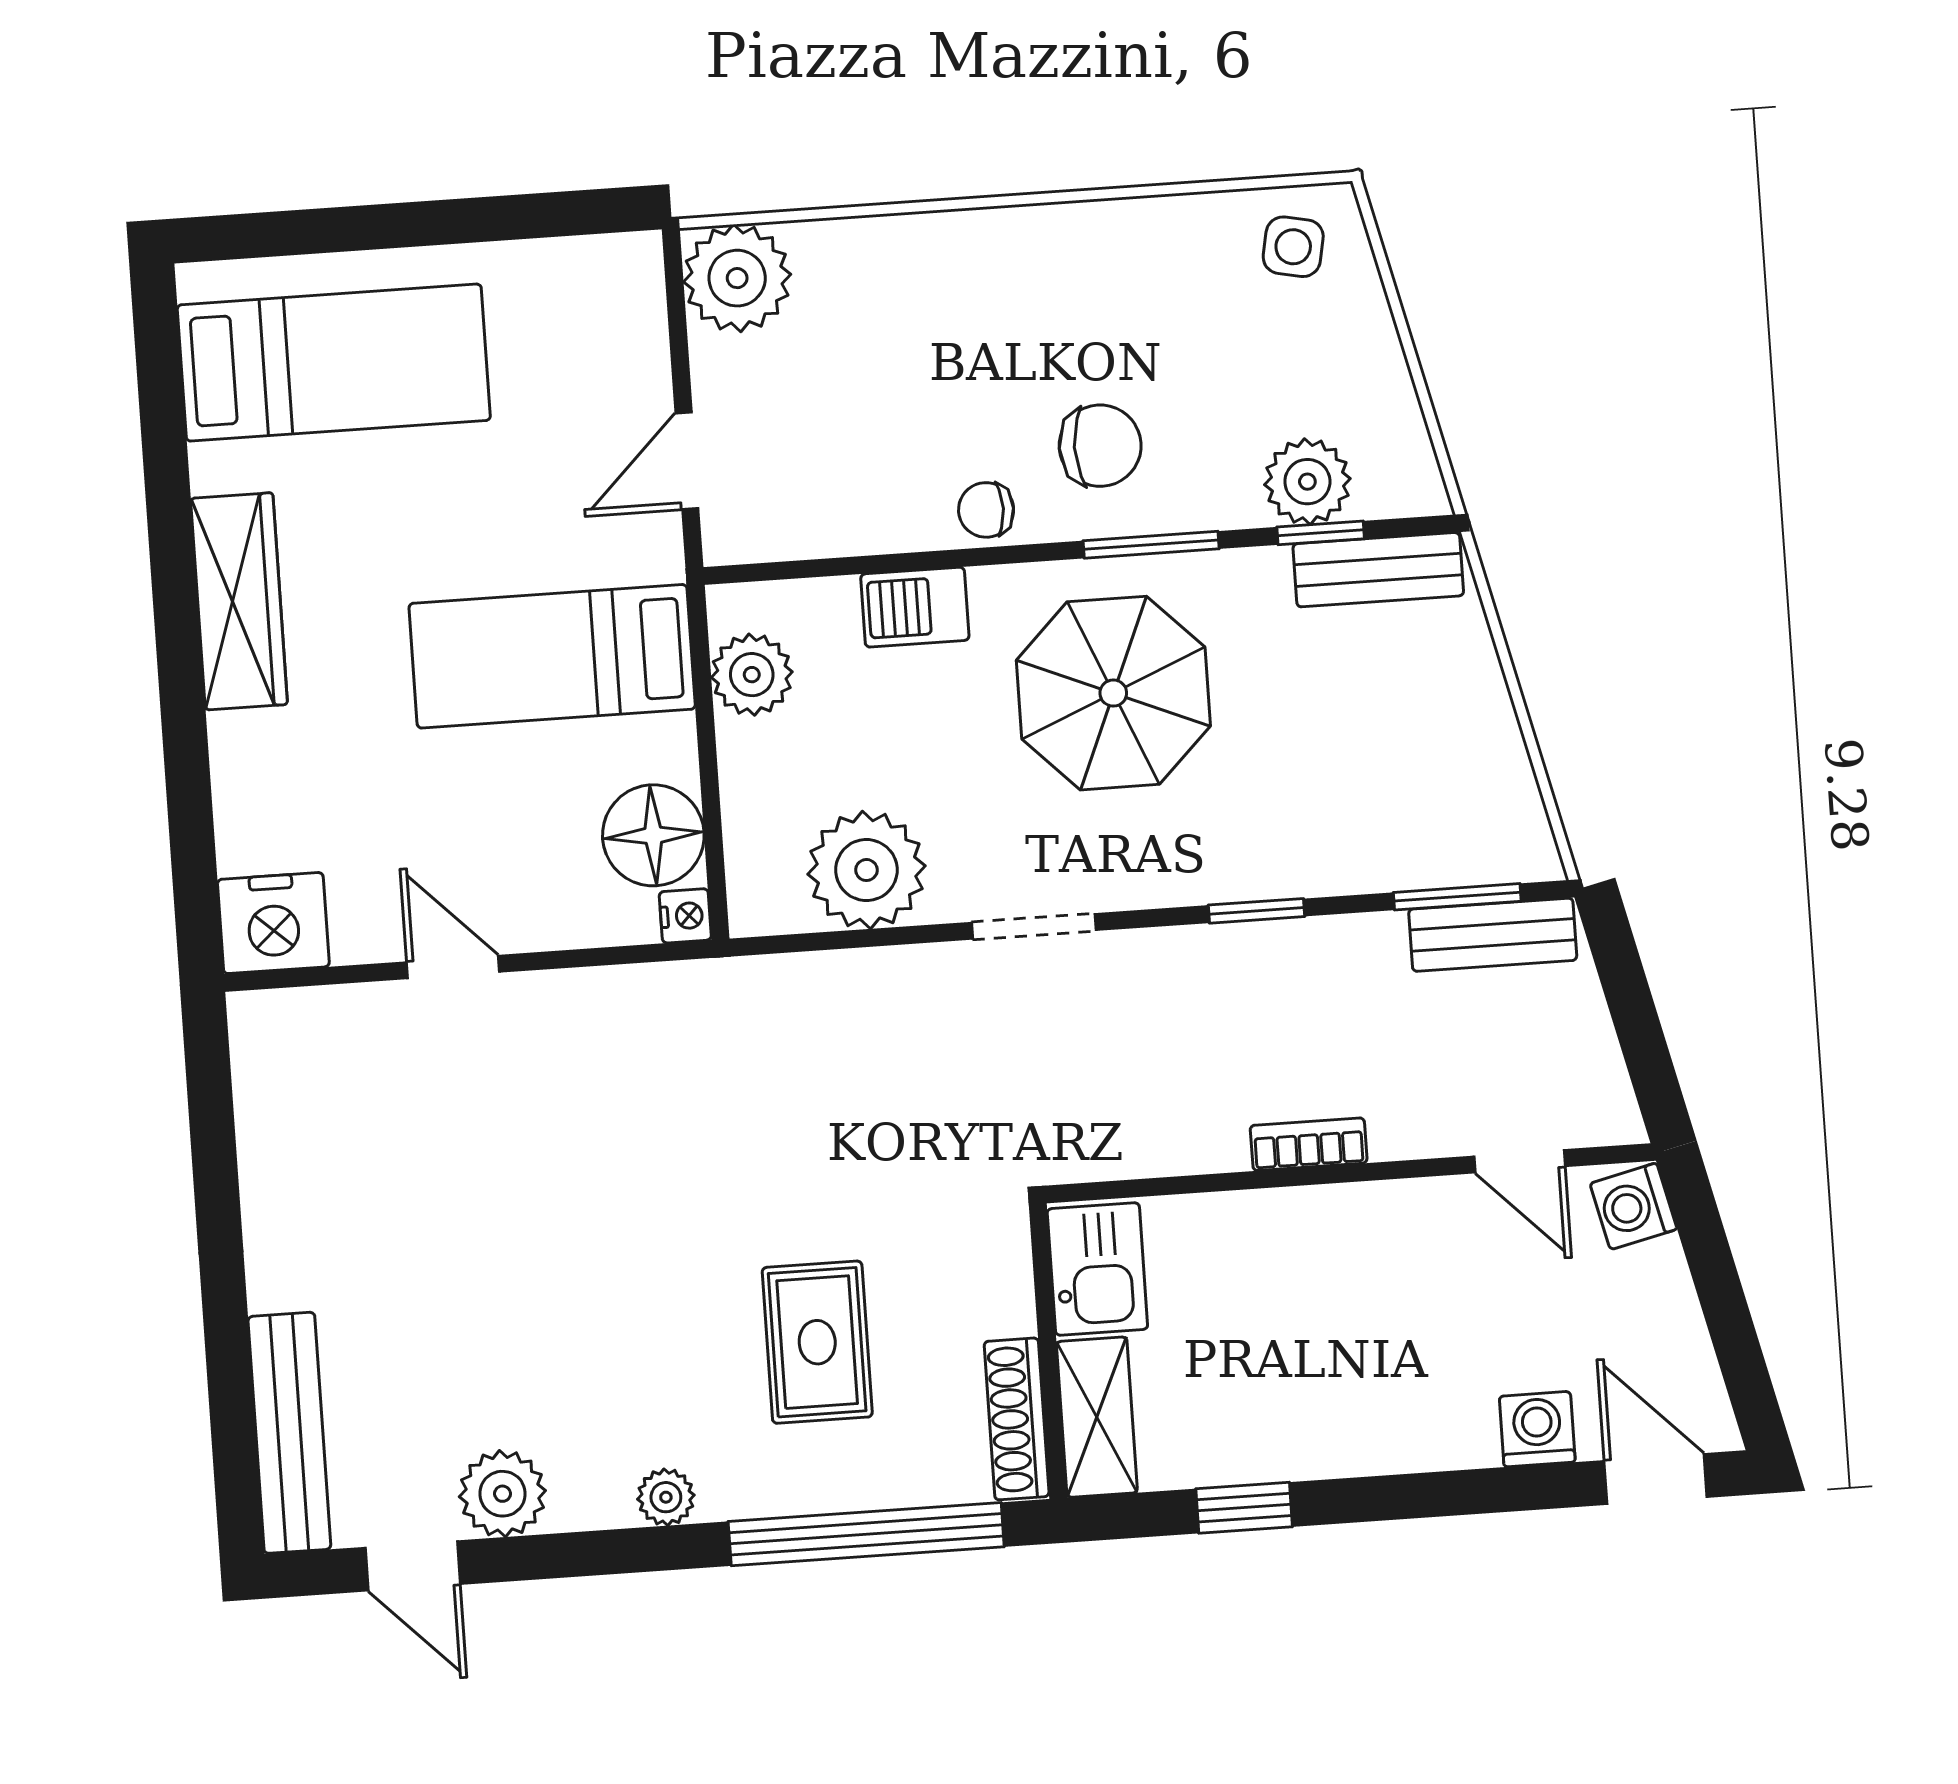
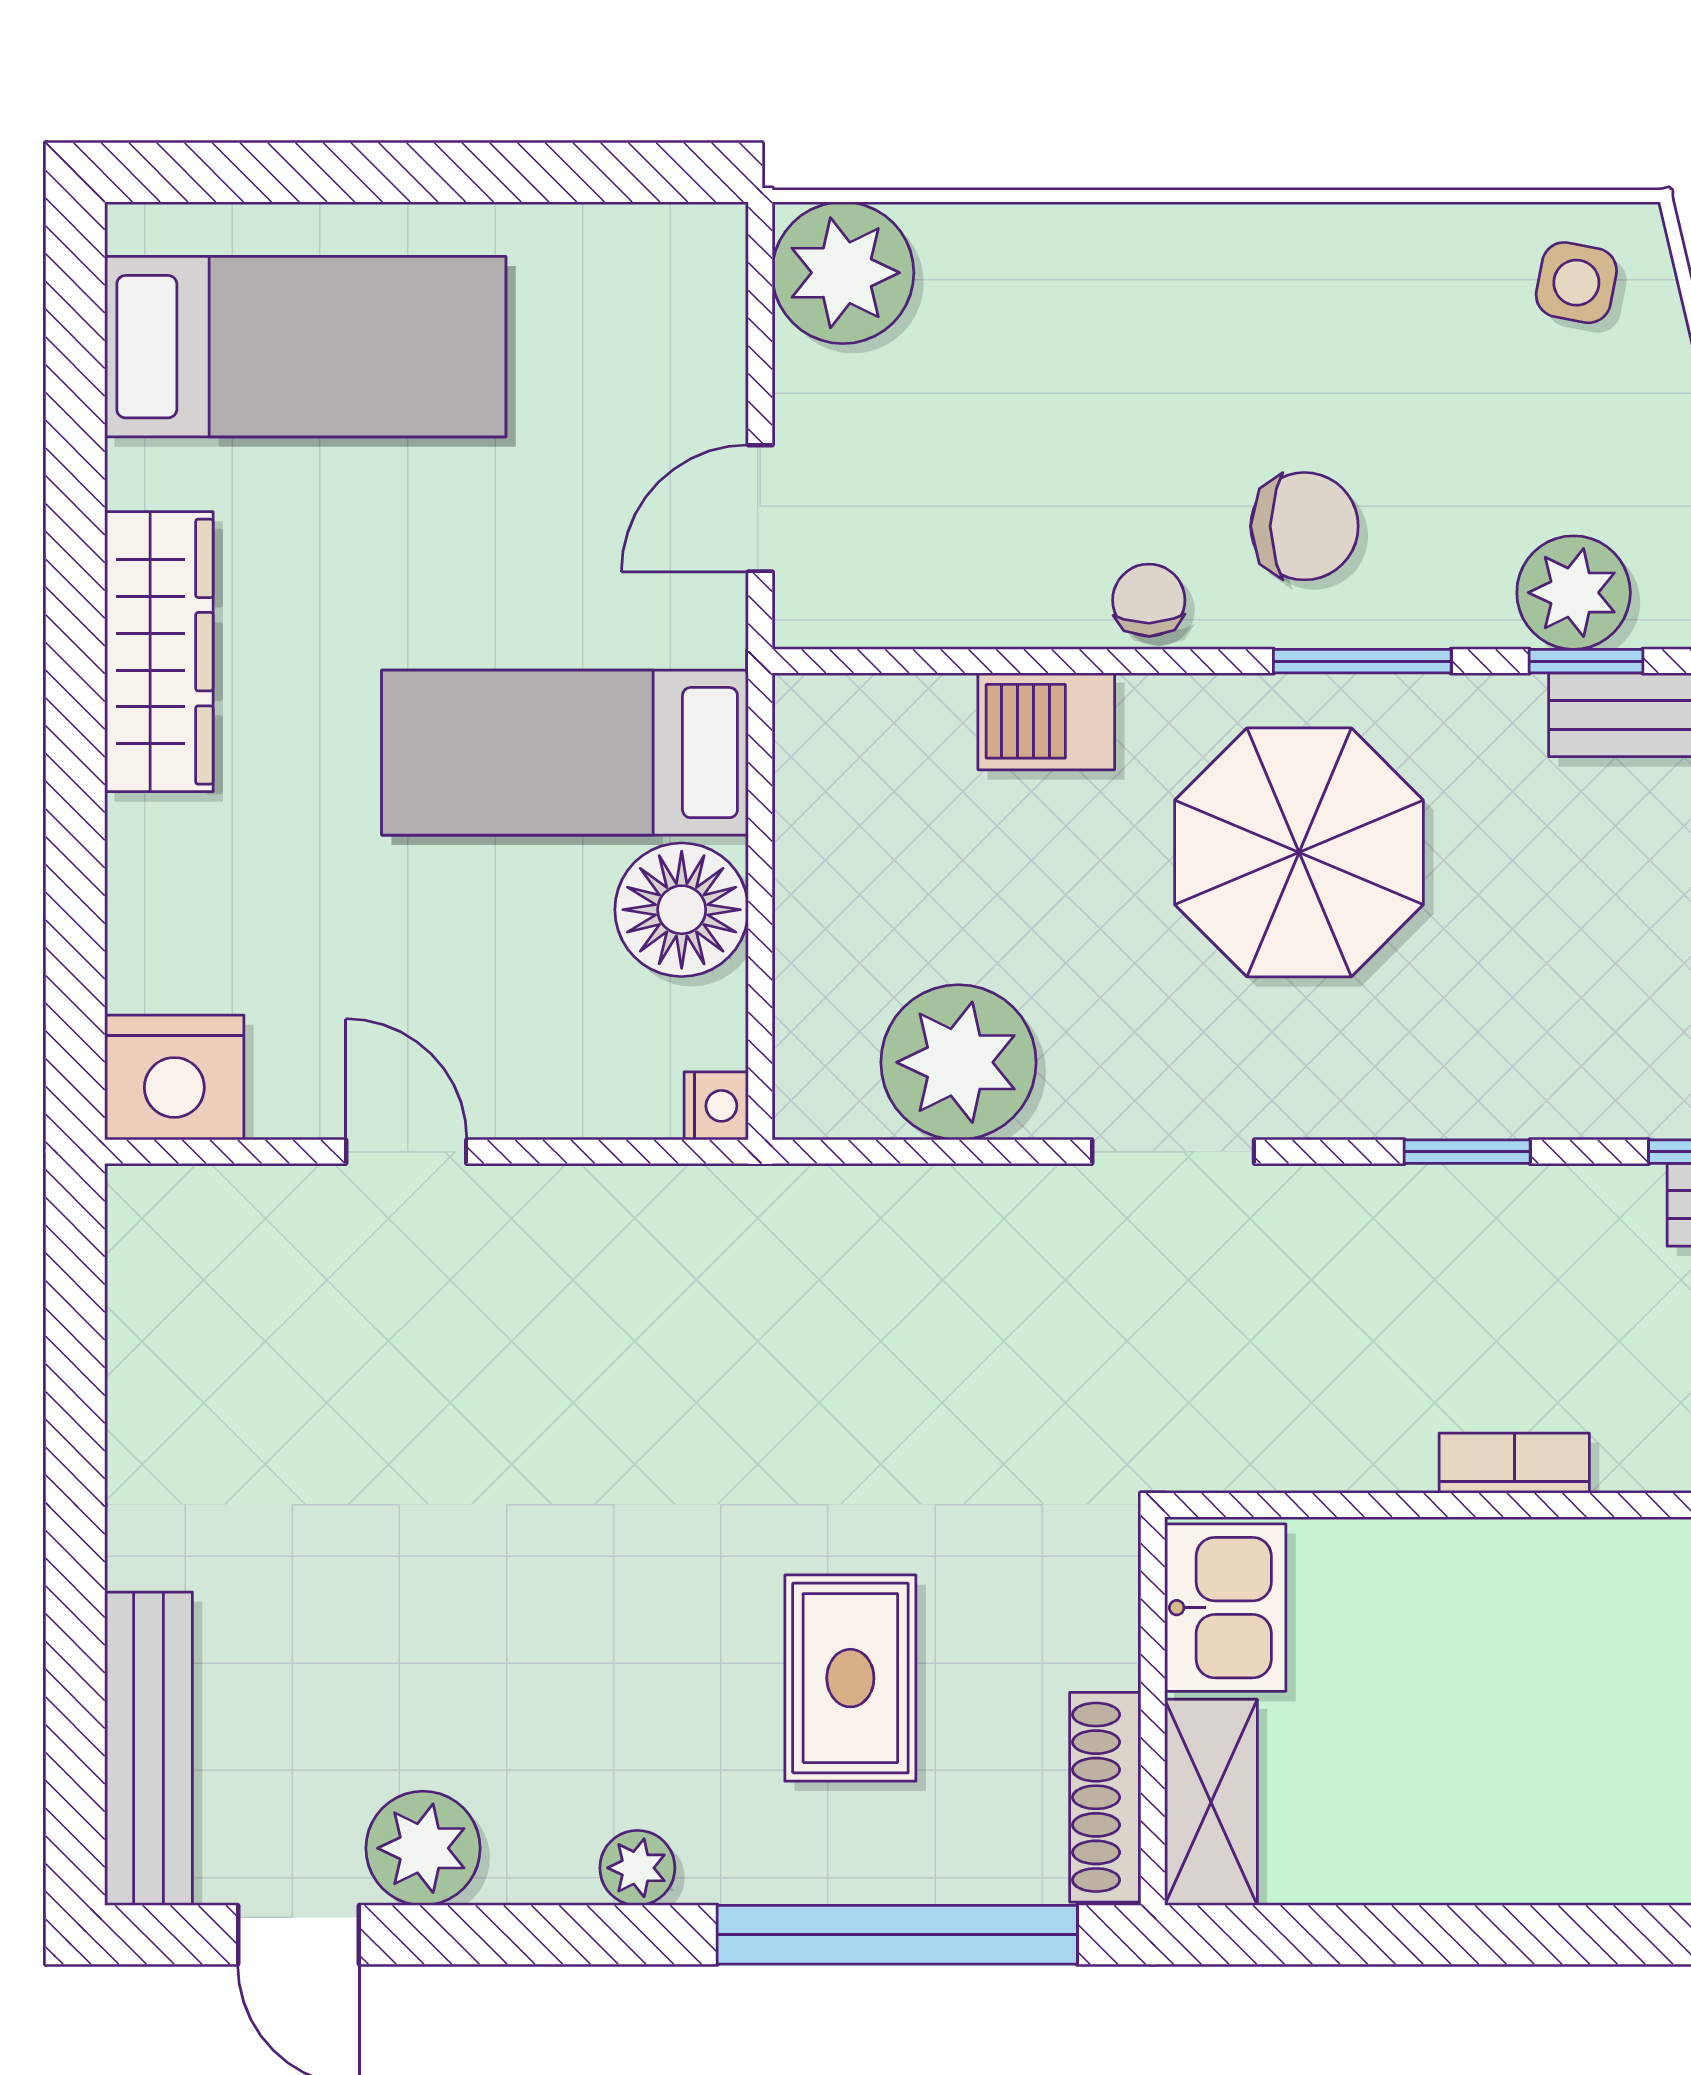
chair: (986, 510) -> (1149, 600), turned 89
plant: (752, 675) -> (826, 795), removed
floor lamp: (653, 835) -> (682, 910), moved
window: (1244, 1508) -> (1396, 1935), removed

